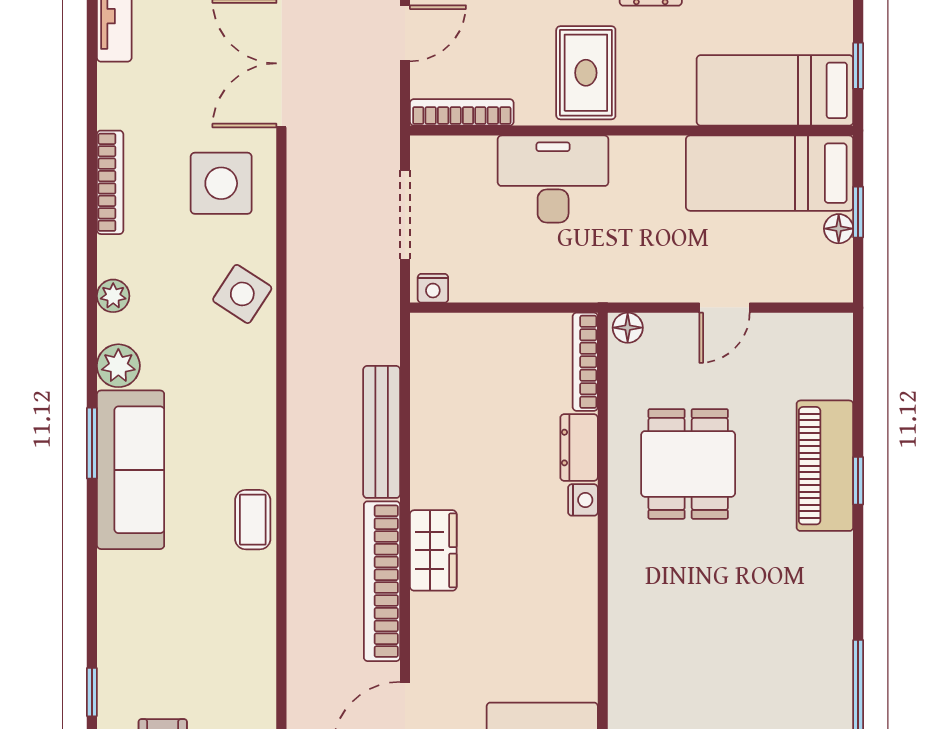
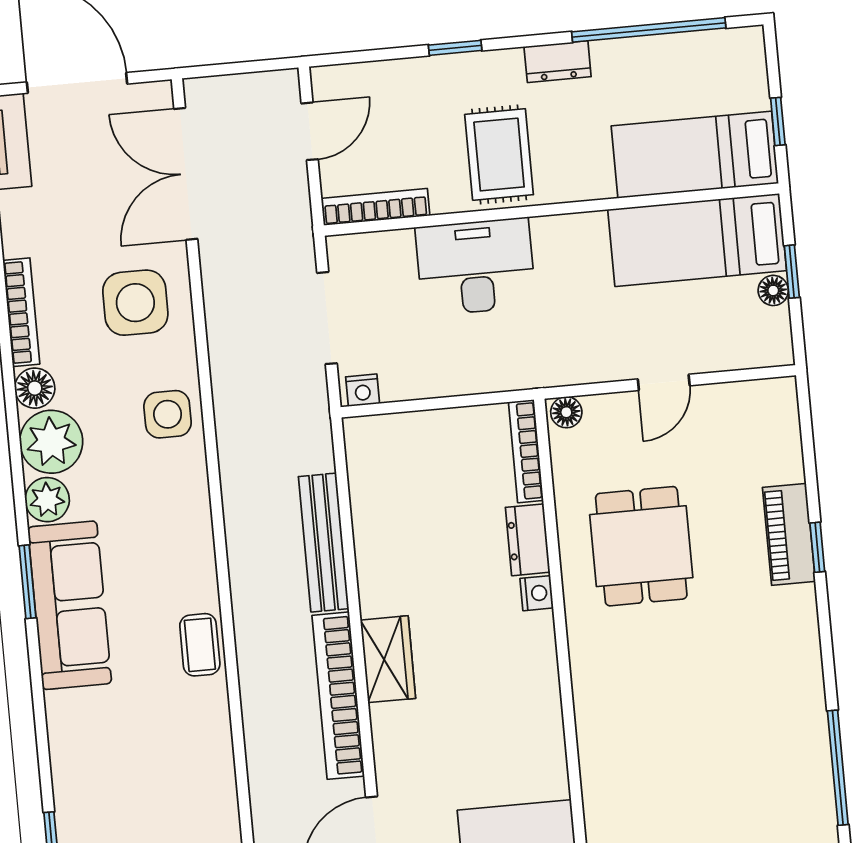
floor lamp: (116, 257) -> (35, 388), added
side table: (242, 294) -> (168, 414), turned -33
plant: (113, 296) -> (51, 442), width x1.88, depth x1.88
piano: (825, 466) -> (789, 534), width x0.73, depth x0.75

